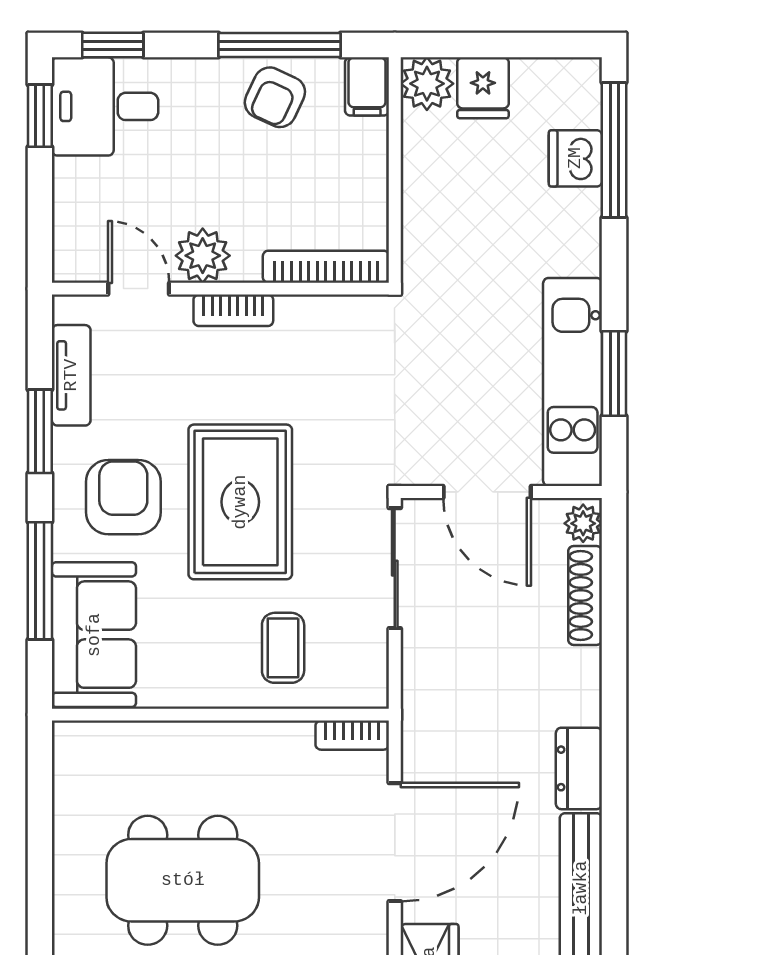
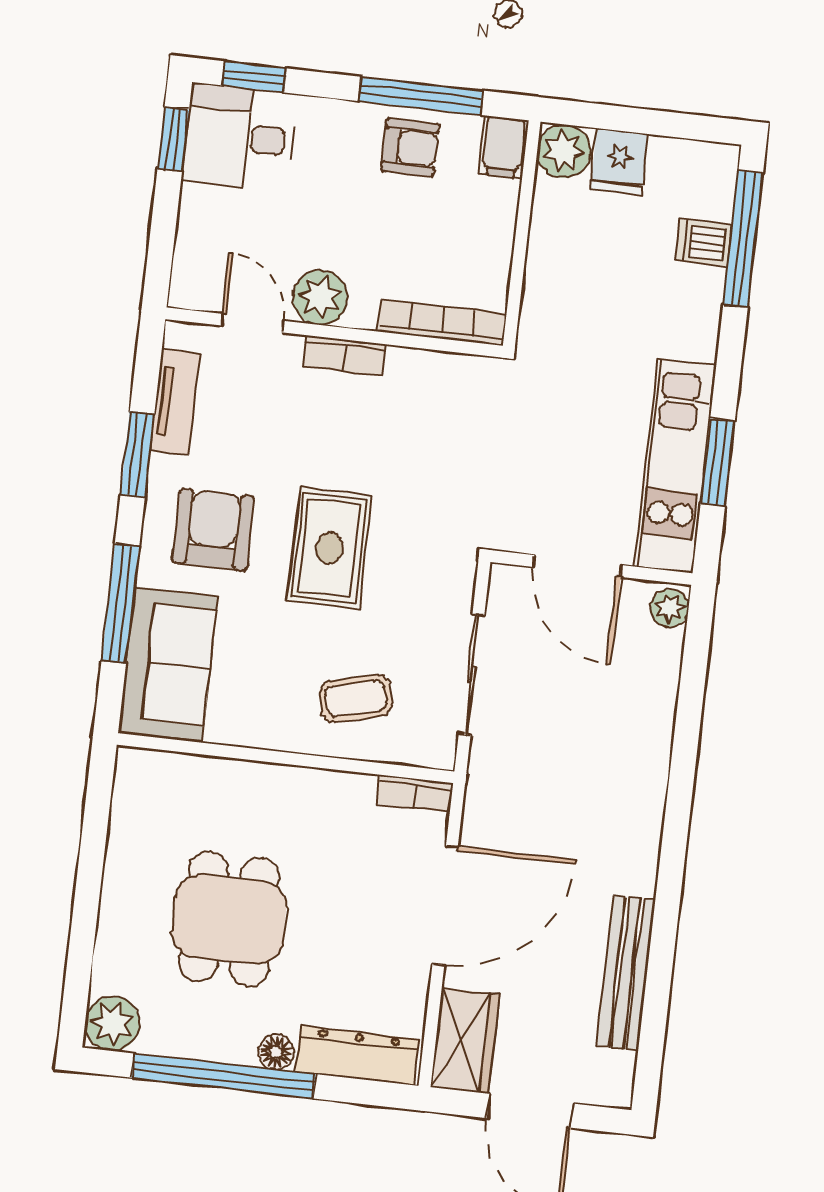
armchair: (275, 97) -> (410, 147), turned -115
dishwasher: (575, 158) -> (704, 243), width x0.73
rug: (240, 502) -> (329, 548), width x0.73, depth x0.70
sliding door: (395, 568) -> (471, 675), moved
shoe rack: (585, 595) -> (663, 681), removed
coffee table: (283, 648) -> (356, 699), turned 76
dresser: (579, 768) -> (638, 853), removed
dining table: (183, 880) -> (229, 919), width x0.73

